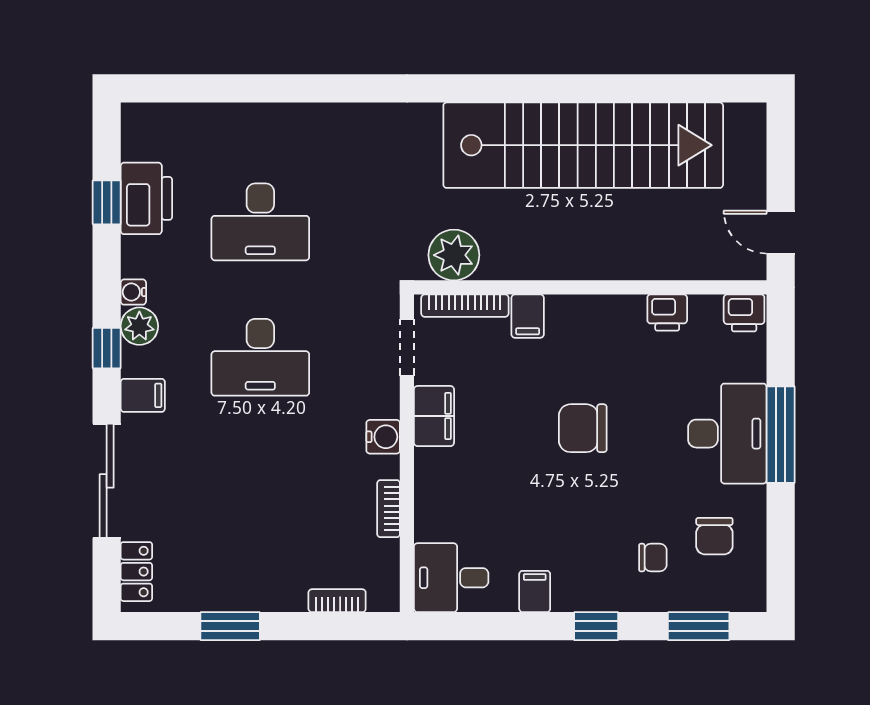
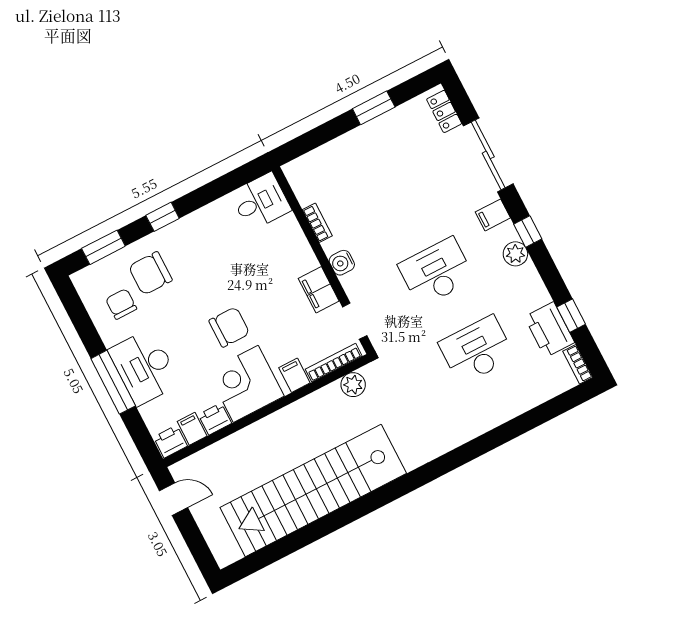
plant: (454, 255) -> (353, 385), width x0.73, depth x0.73
water cooler: (133, 292) -> (529, 272), removed
corner desk: (600, 339) -> (246, 384), added
chair: (653, 558) -> (150, 273), width x1.87, depth x1.87
filing cabinet: (535, 591) -> (192, 429), moved, turned 180
bookcase: (337, 601) -> (578, 364), moved, turned 90

